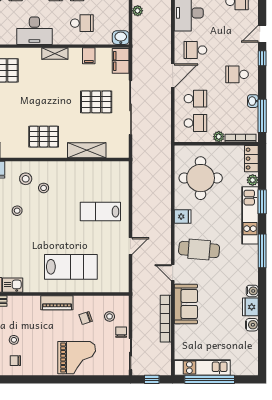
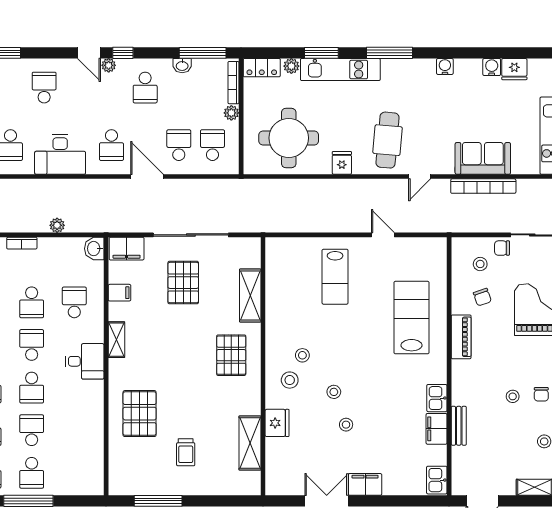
desk: (34, 31) -> (85, 361), width x0.73
plant: (253, 48) -> (109, 65), added
sofa: (186, 304) -> (483, 158), moved
fridge: (250, 307) -> (514, 69), moved

